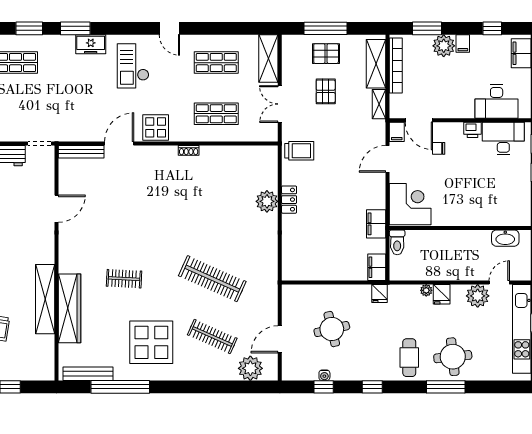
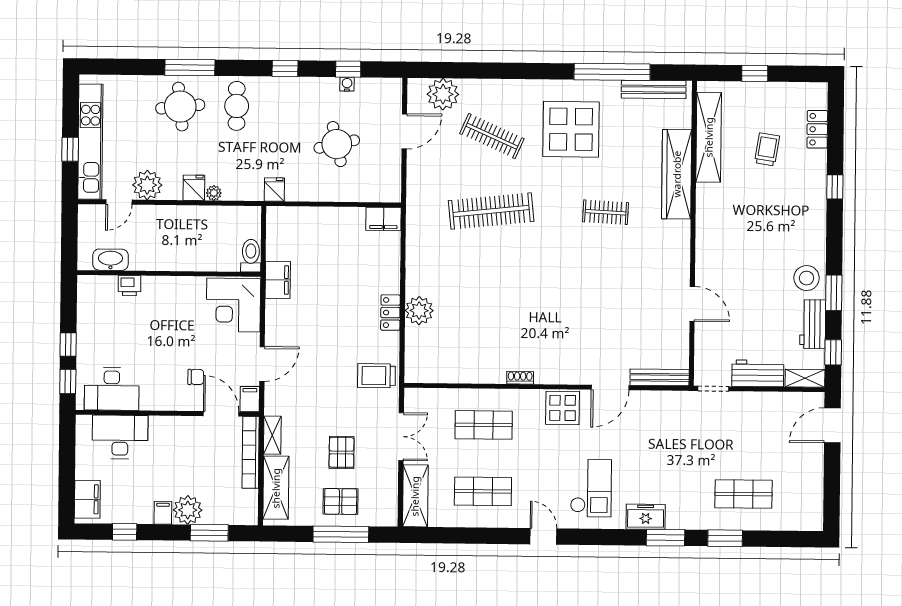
bookcase: (396, 66) -> (251, 452), moved
printer: (473, 130) -> (129, 286), moved, turned 180
door: (57, 209) -> (692, 304), swing flipped
filing cabinet: (377, 267) -> (383, 219), moved, turned 90
clothes rail: (212, 279) -> (491, 211), turned -30
shelving: (45, 299) -> (709, 137), moved

